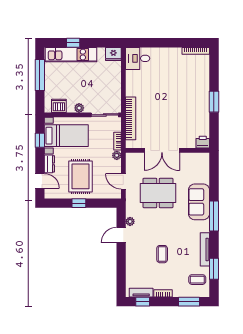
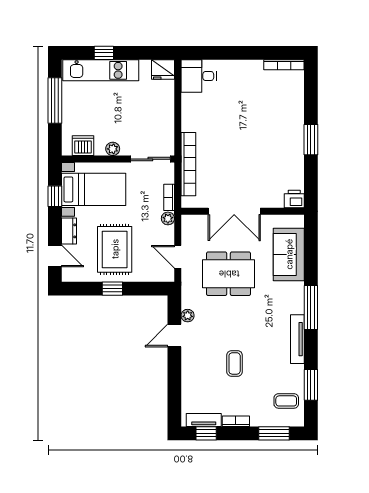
sofa: (199, 202) -> (289, 254), moved
tv unit: (205, 249) -> (297, 339), moved

